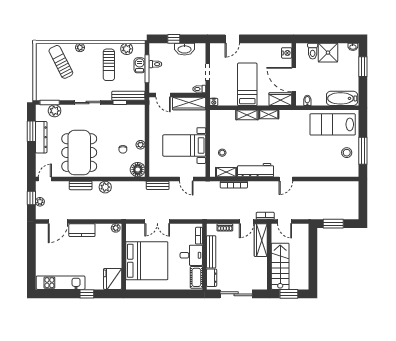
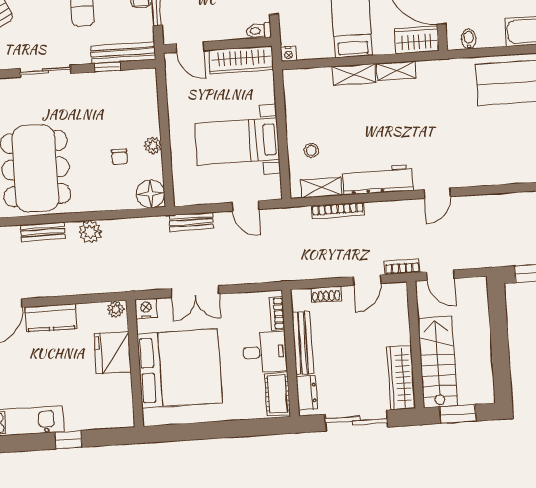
nightstand: (131, 229) -> (146, 309), added
wardrobe: (261, 240) -> (401, 378), moved
fridge: (113, 279) -> (113, 353), moved

